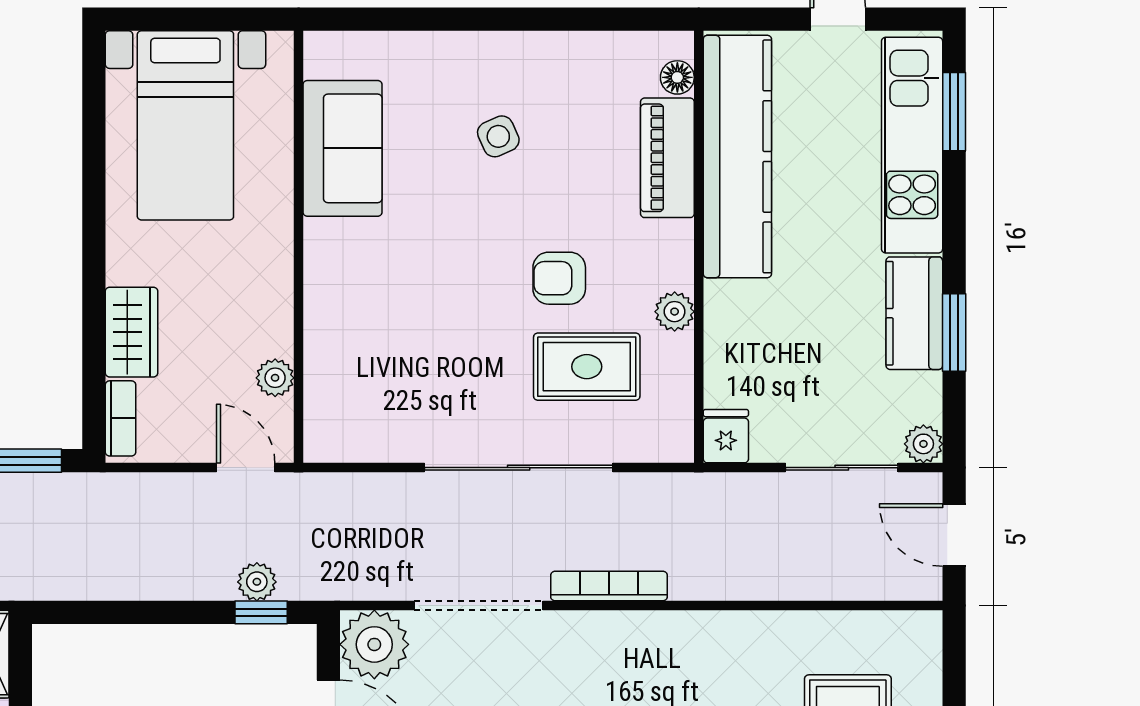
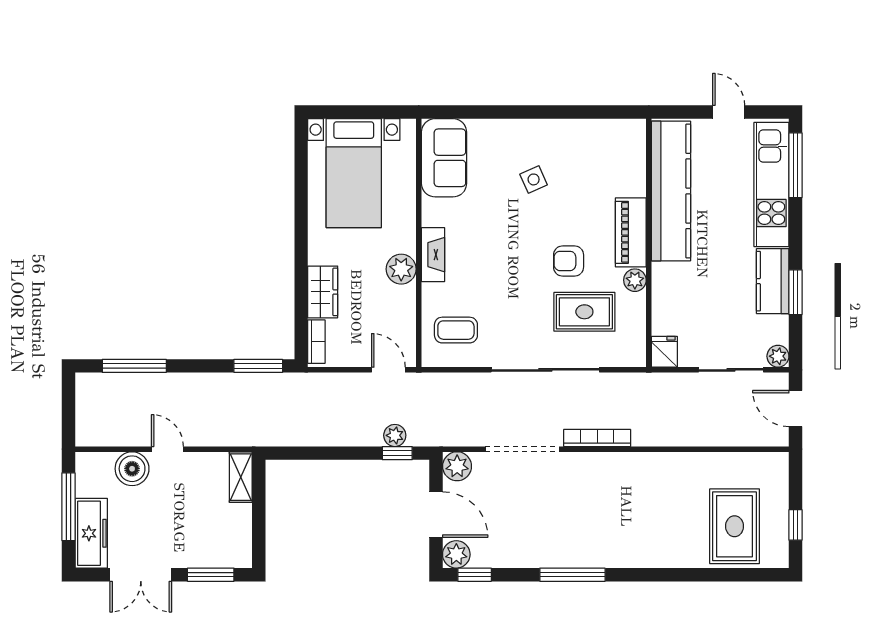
floor lamp: (677, 77) -> (636, 146), removed
window: (954, 112) -> (796, 165), width x1.44
sofa: (343, 148) -> (444, 158), moved
piano: (667, 158) -> (631, 232), moved
fireplace: (323, 267) -> (433, 255), added
plant: (275, 378) -> (401, 269), moved, width x1.38, depth x1.38
coffee table: (363, 398) -> (456, 330), added
plant: (374, 644) -> (457, 466), width x0.73, depth x0.73

